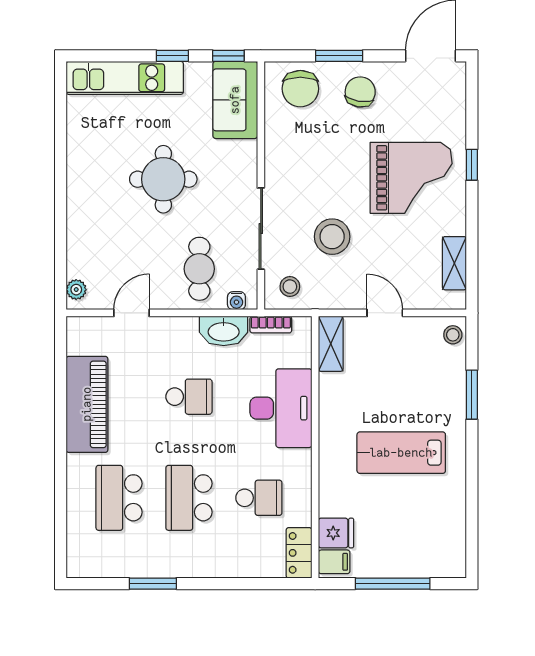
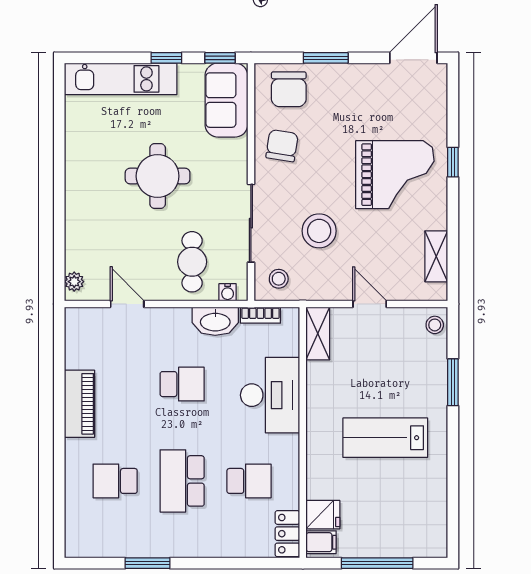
chair: (360, 92) -> (282, 146), moved
door: (132, 313) -> (127, 304), hinge flipped
piano: (87, 404) -> (80, 404), width x0.73, depth x0.75
school desk: (119, 498) -> (115, 481), width x0.54

